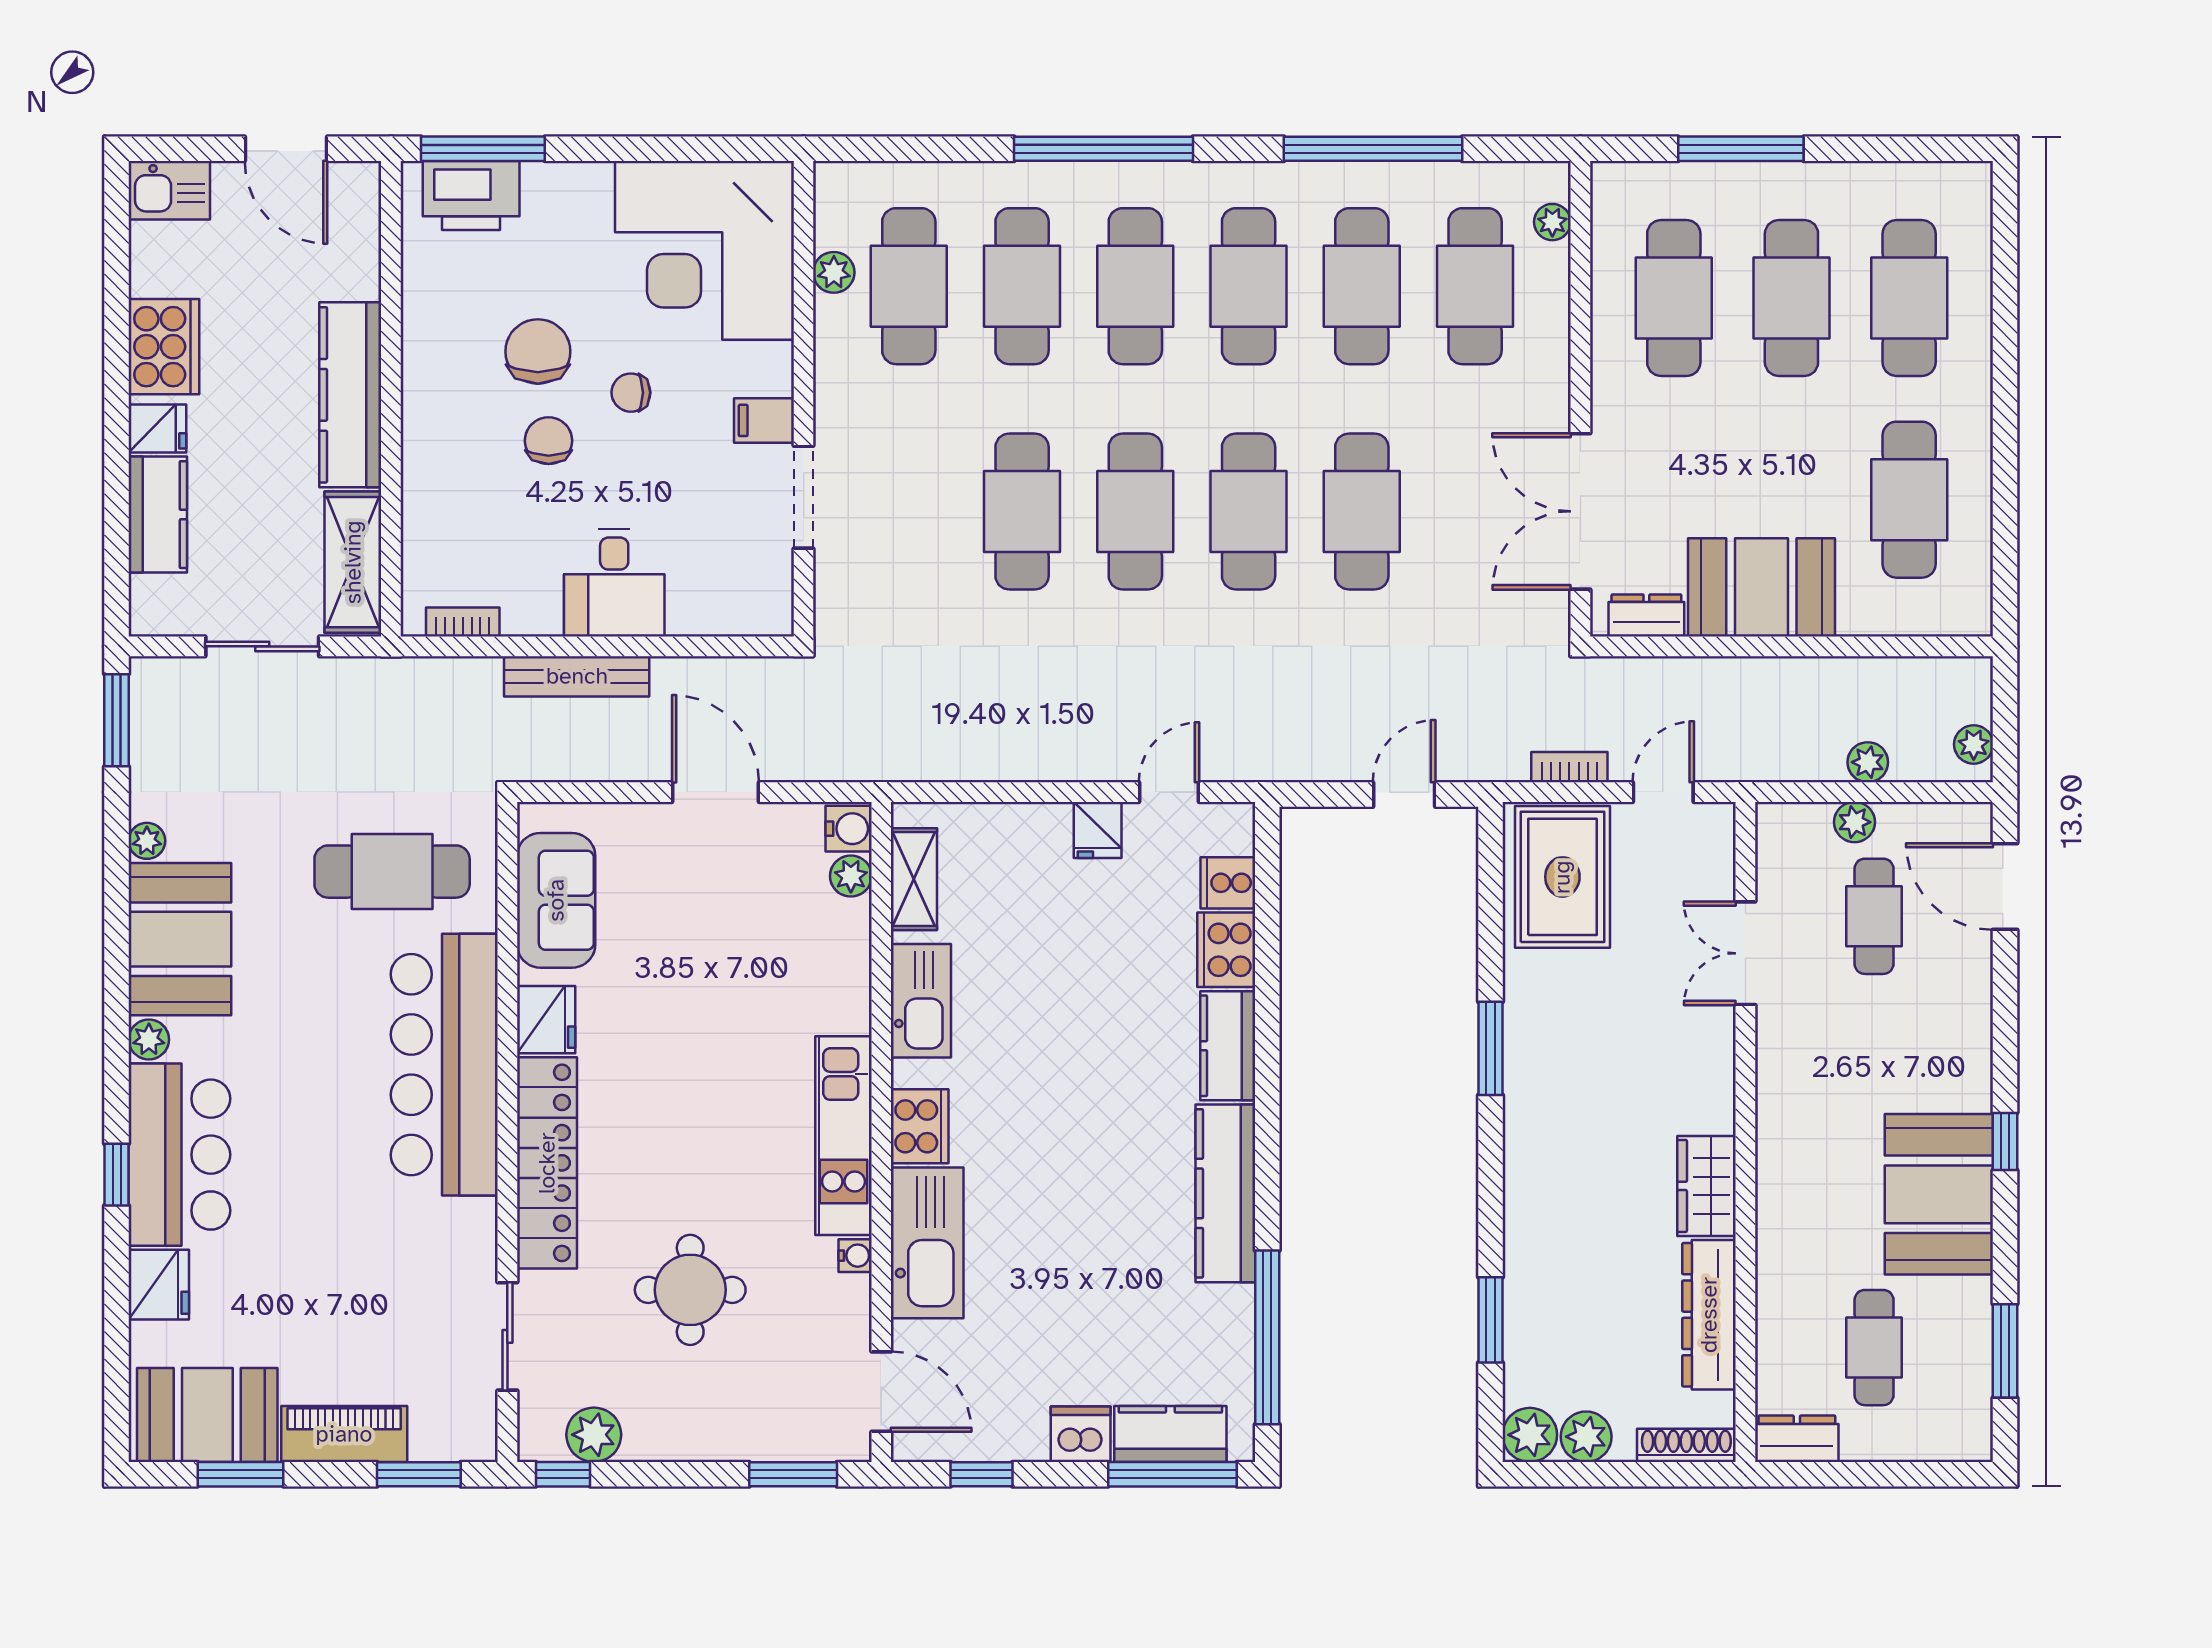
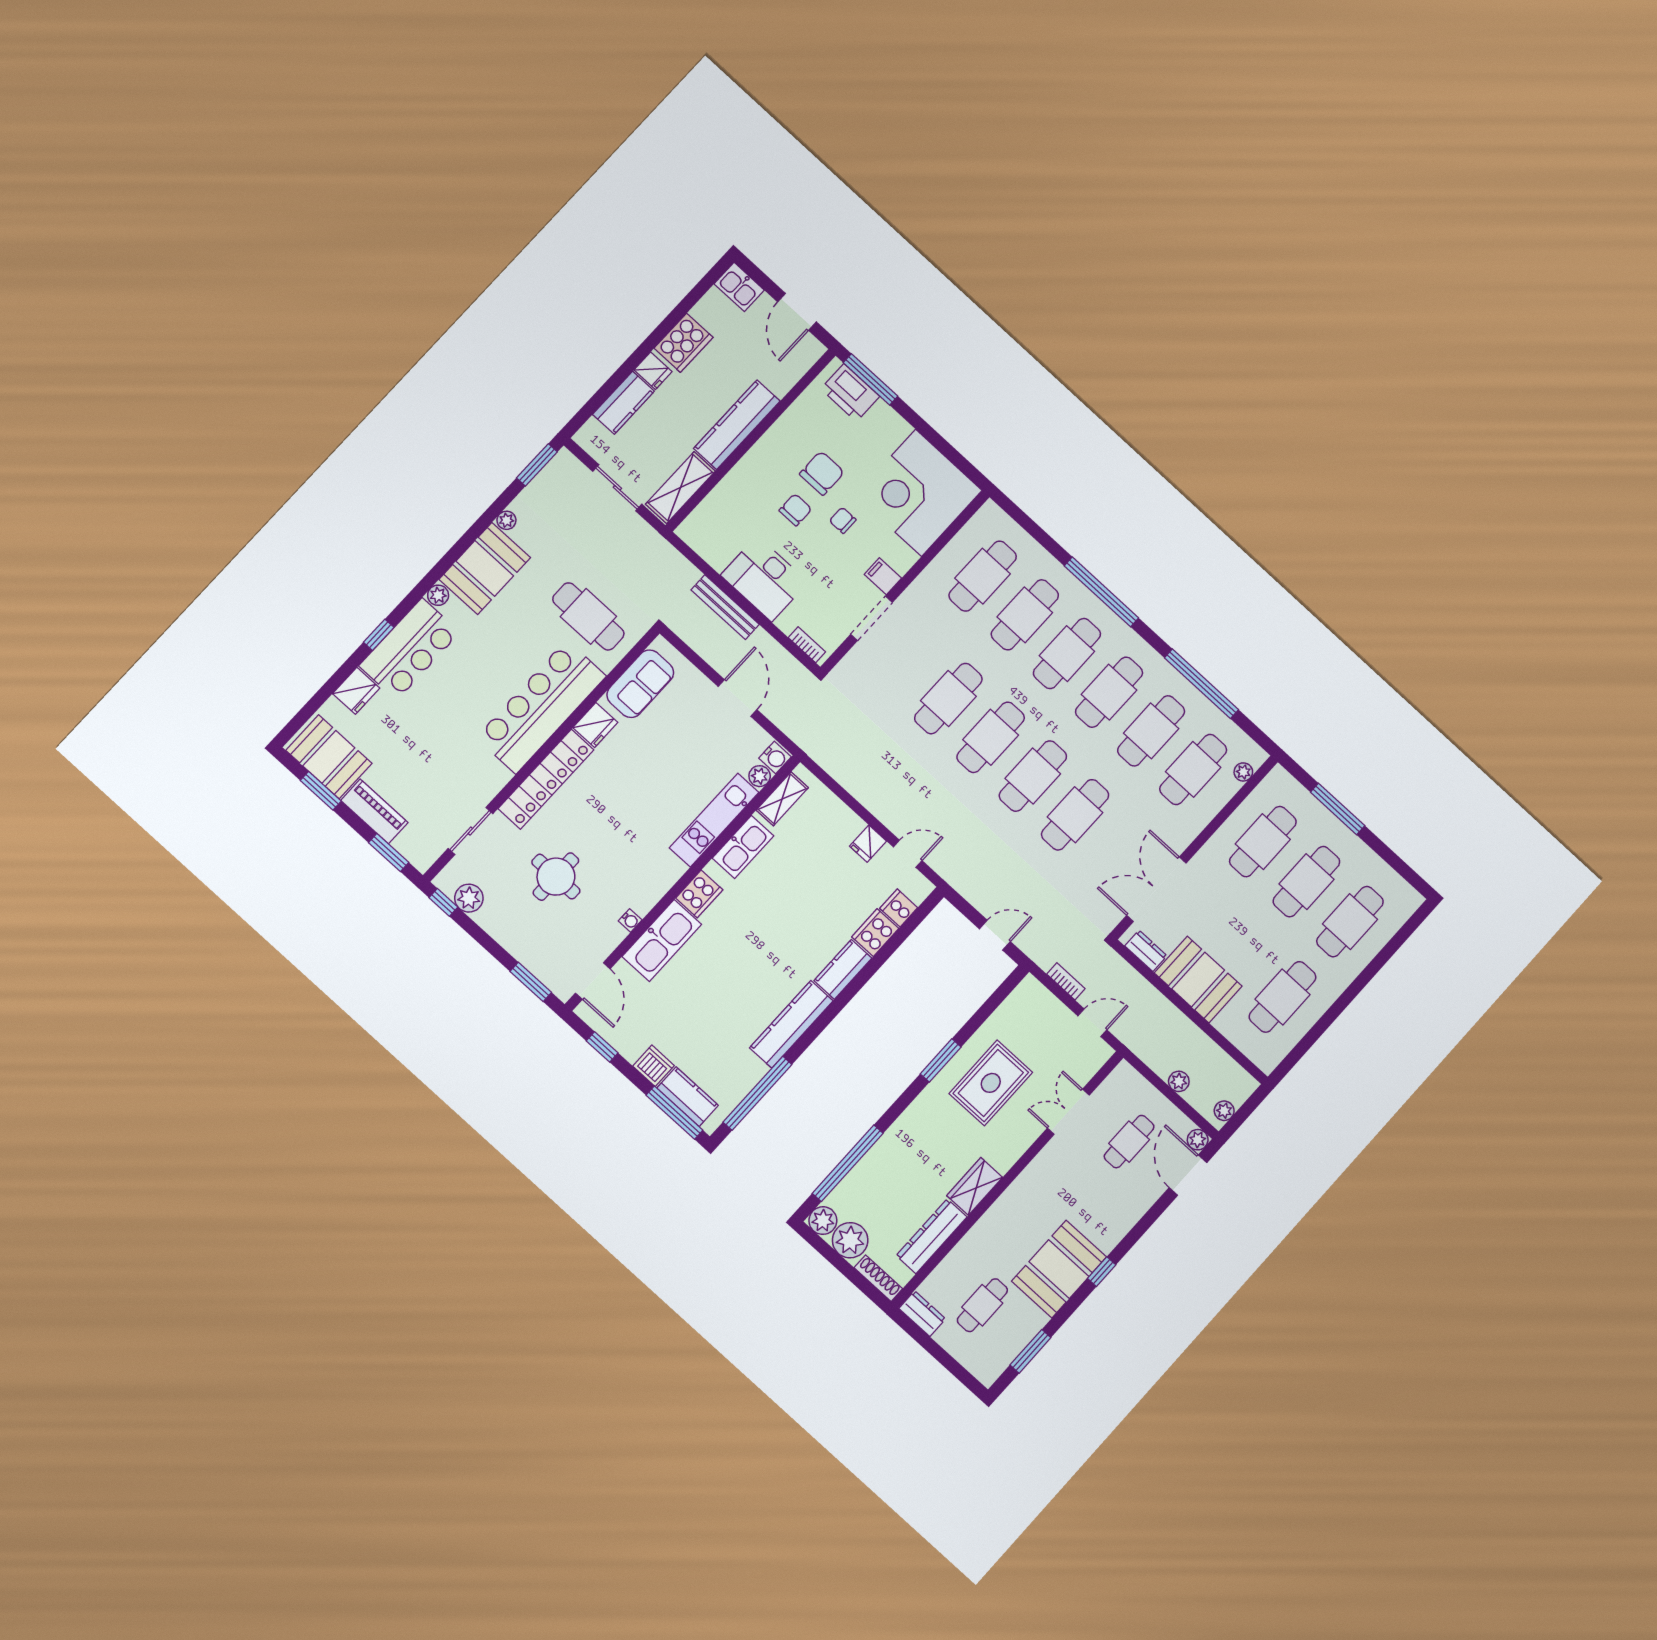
plant: (834, 272) -> (959, 545), removed
desk: (614, 583) -> (764, 579), width x1.37
bookcase: (463, 622) -> (807, 645), moved
plant: (1854, 822) -> (1198, 1140), moved
rug: (1562, 877) -> (991, 1083), moved
kitchen unit: (843, 1136) -> (714, 820), moved
window: (1490, 1320) -> (848, 1163), width x2.11
plant: (1586, 1437) -> (850, 1240), width x1.36, depth x1.36

